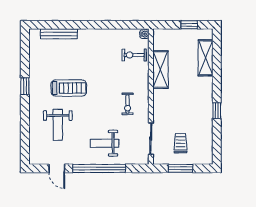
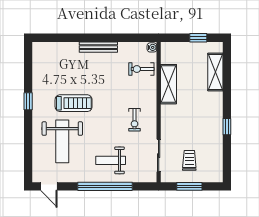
bench: (59, 34) -> (98, 47), moved
weight bench: (58, 125) -> (62, 141), width x1.36, depth x1.33
door: (57, 168) -> (49, 186), moved

